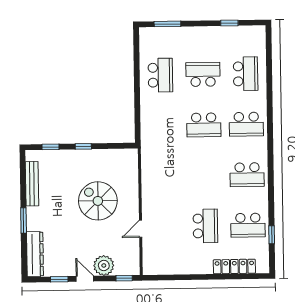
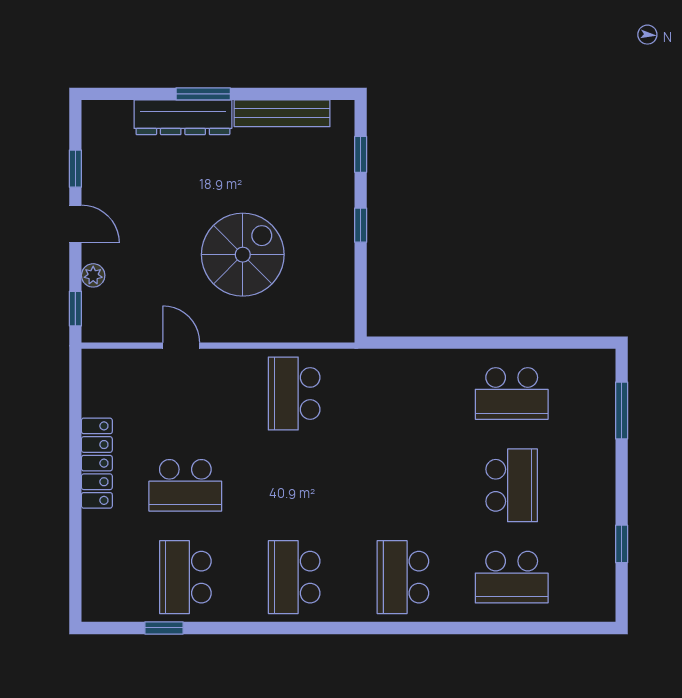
school desk: (204, 125) -> (294, 393), moved
dresser: (35, 254) -> (183, 117), moved
plant: (104, 265) -> (93, 275), width x0.53, depth x0.53
locker: (234, 266) -> (97, 463), moved
door: (85, 279) -> (75, 224), hinge flipped

